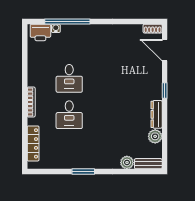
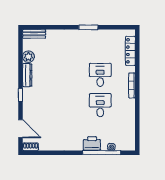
printer: (40, 32) -> (92, 144), moved
plant: (127, 162) -> (52, 35), removed

